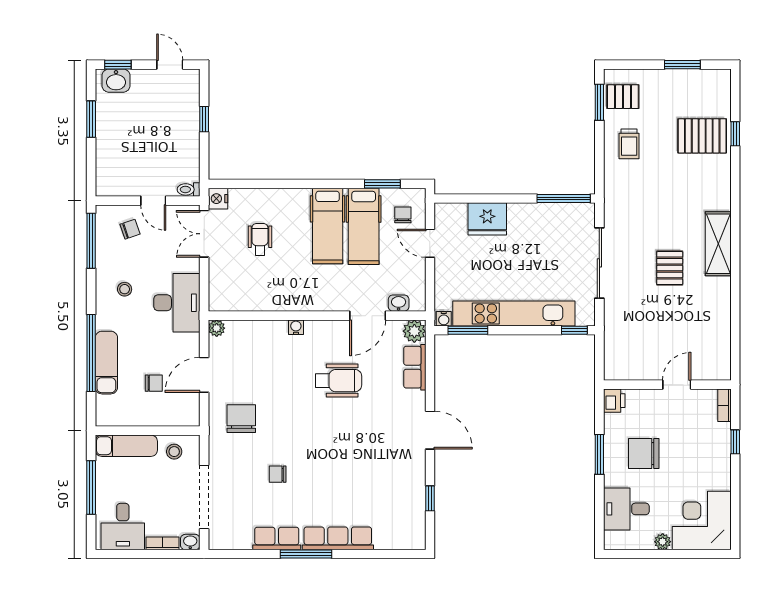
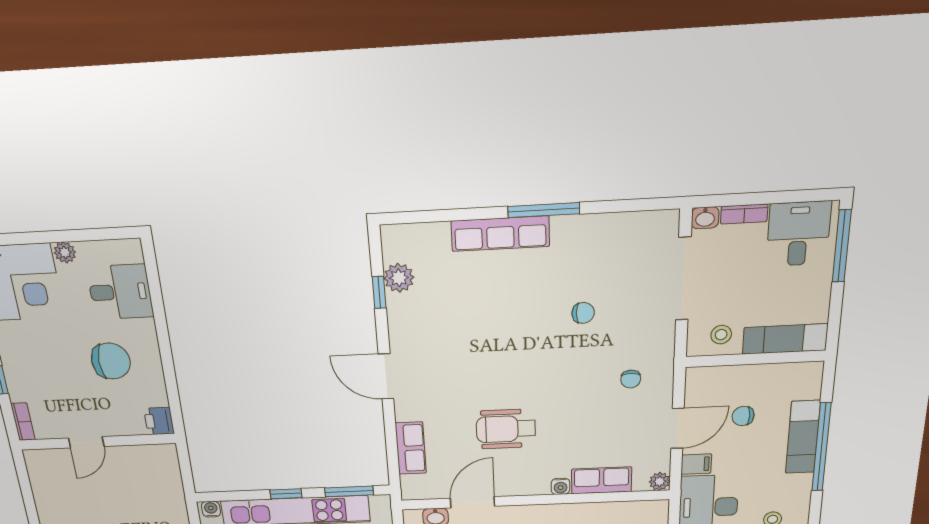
water cooler: (444, 319) -> (211, 509), moved
window: (574, 330) -> (286, 494), moved
plant: (414, 331) -> (399, 278), moved
filing cabinet: (188, 343) -> (696, 464), added
chair: (241, 419) -> (631, 379), width x0.54, depth x0.54
window: (599, 454) -> (167, 357), removed
window: (91, 488) -> (842, 246), moved
row of seats: (277, 538) -> (602, 480), moved, turned 180

